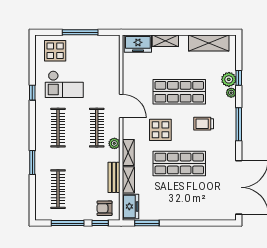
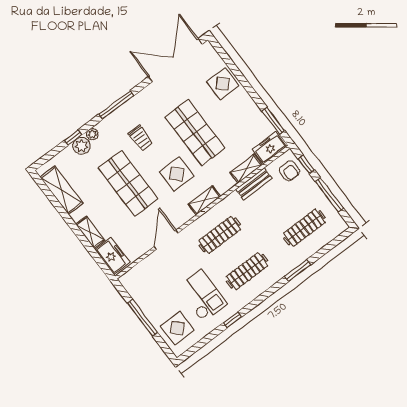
door: (121, 106) -> (166, 240), moved
plant: (114, 143) -> (222, 207), removed
shelving: (128, 153) -> (204, 200), moved
display table: (198, 208) -> (223, 84), added

